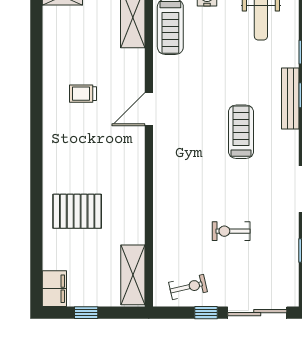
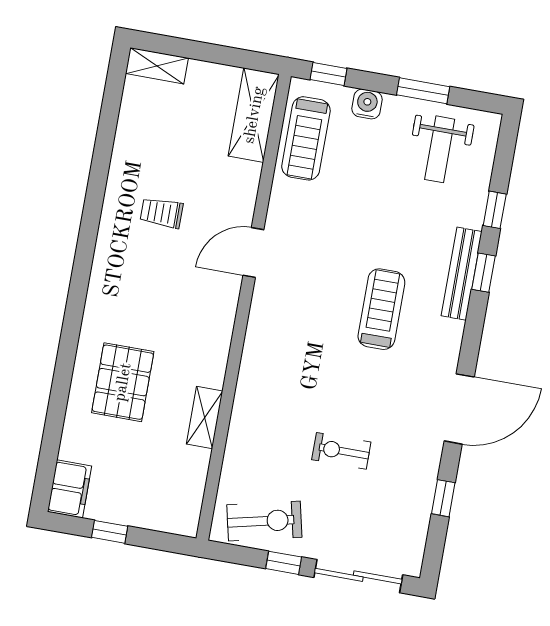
pallet: (77, 211) -> (123, 382), turned 90
shelving: (133, 275) -> (205, 417), moved, width x0.67, depth x0.75
exercise bike: (188, 287) -> (264, 521), width x1.38, depth x1.39

